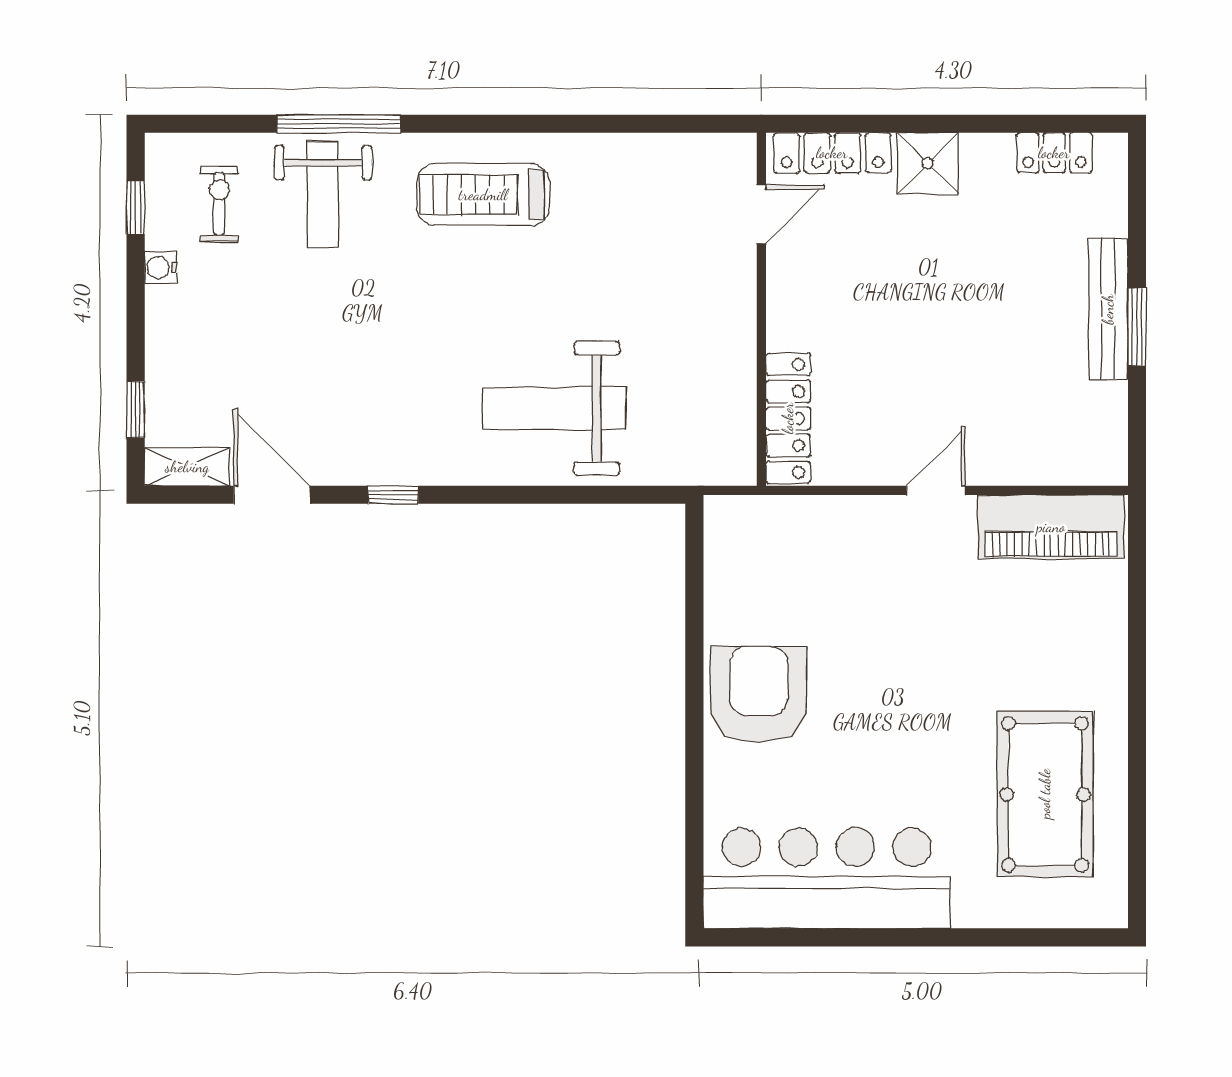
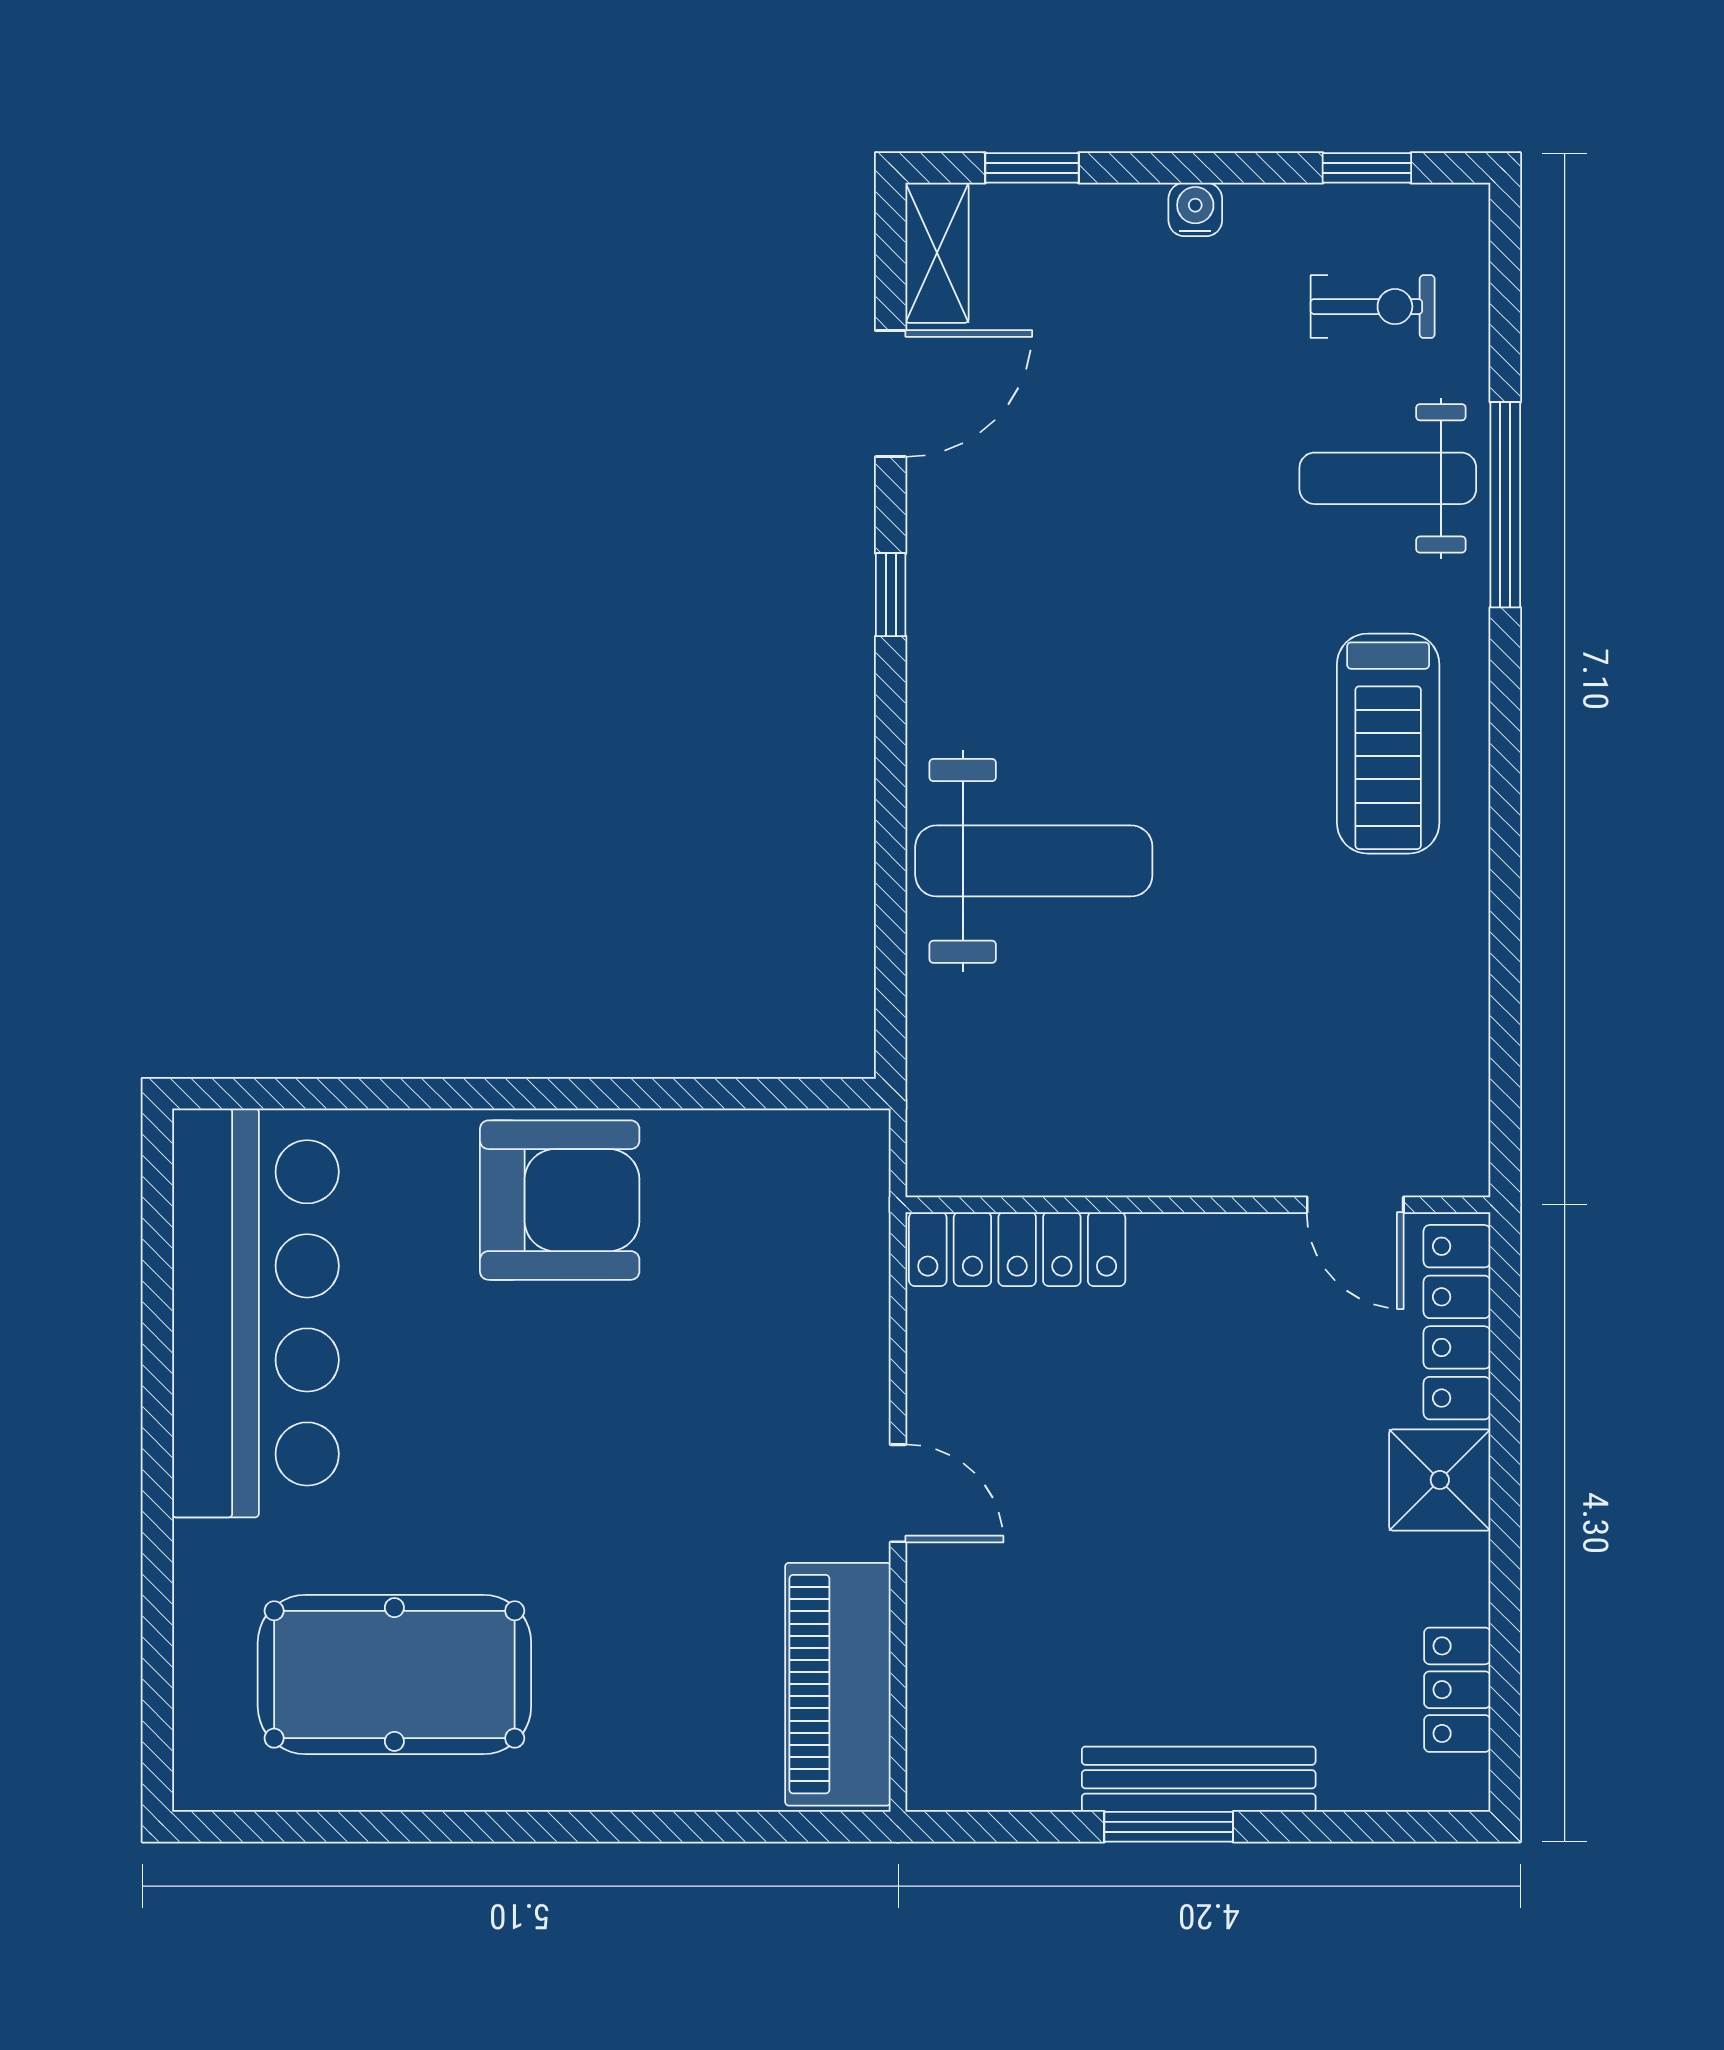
treadmill: (483, 195) -> (1388, 744), turned 180
water cooler: (161, 268) -> (1195, 209), moved
weight bench: (554, 408) -> (1034, 861), turned 90

